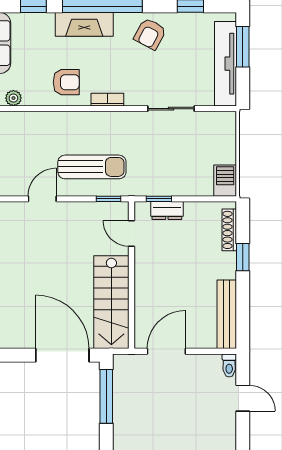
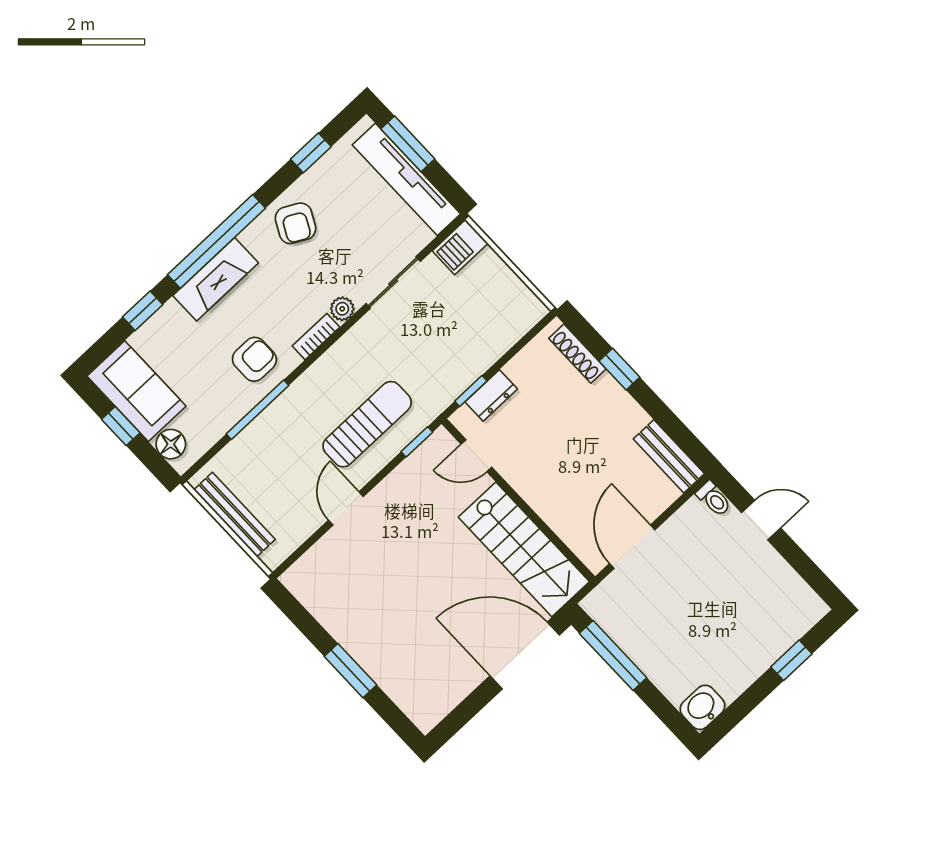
plant: (13, 98) -> (342, 309), moved
window: (44, 109) -> (257, 410), added
barbecue: (225, 181) -> (460, 247), moved, turned -90
bench: (227, 314) -> (669, 456), width x0.73

